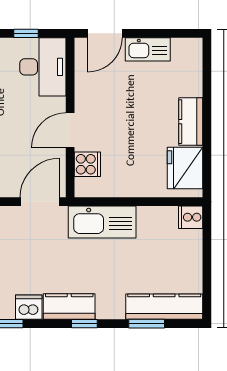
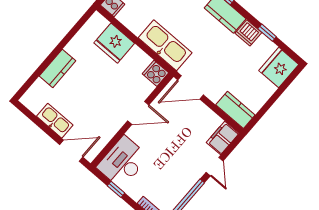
kitchen counter: (191, 122) -> (57, 68), moved
cooker: (87, 164) -> (155, 73), moved
fridge: (185, 168) -> (114, 43), moved, turned 90

